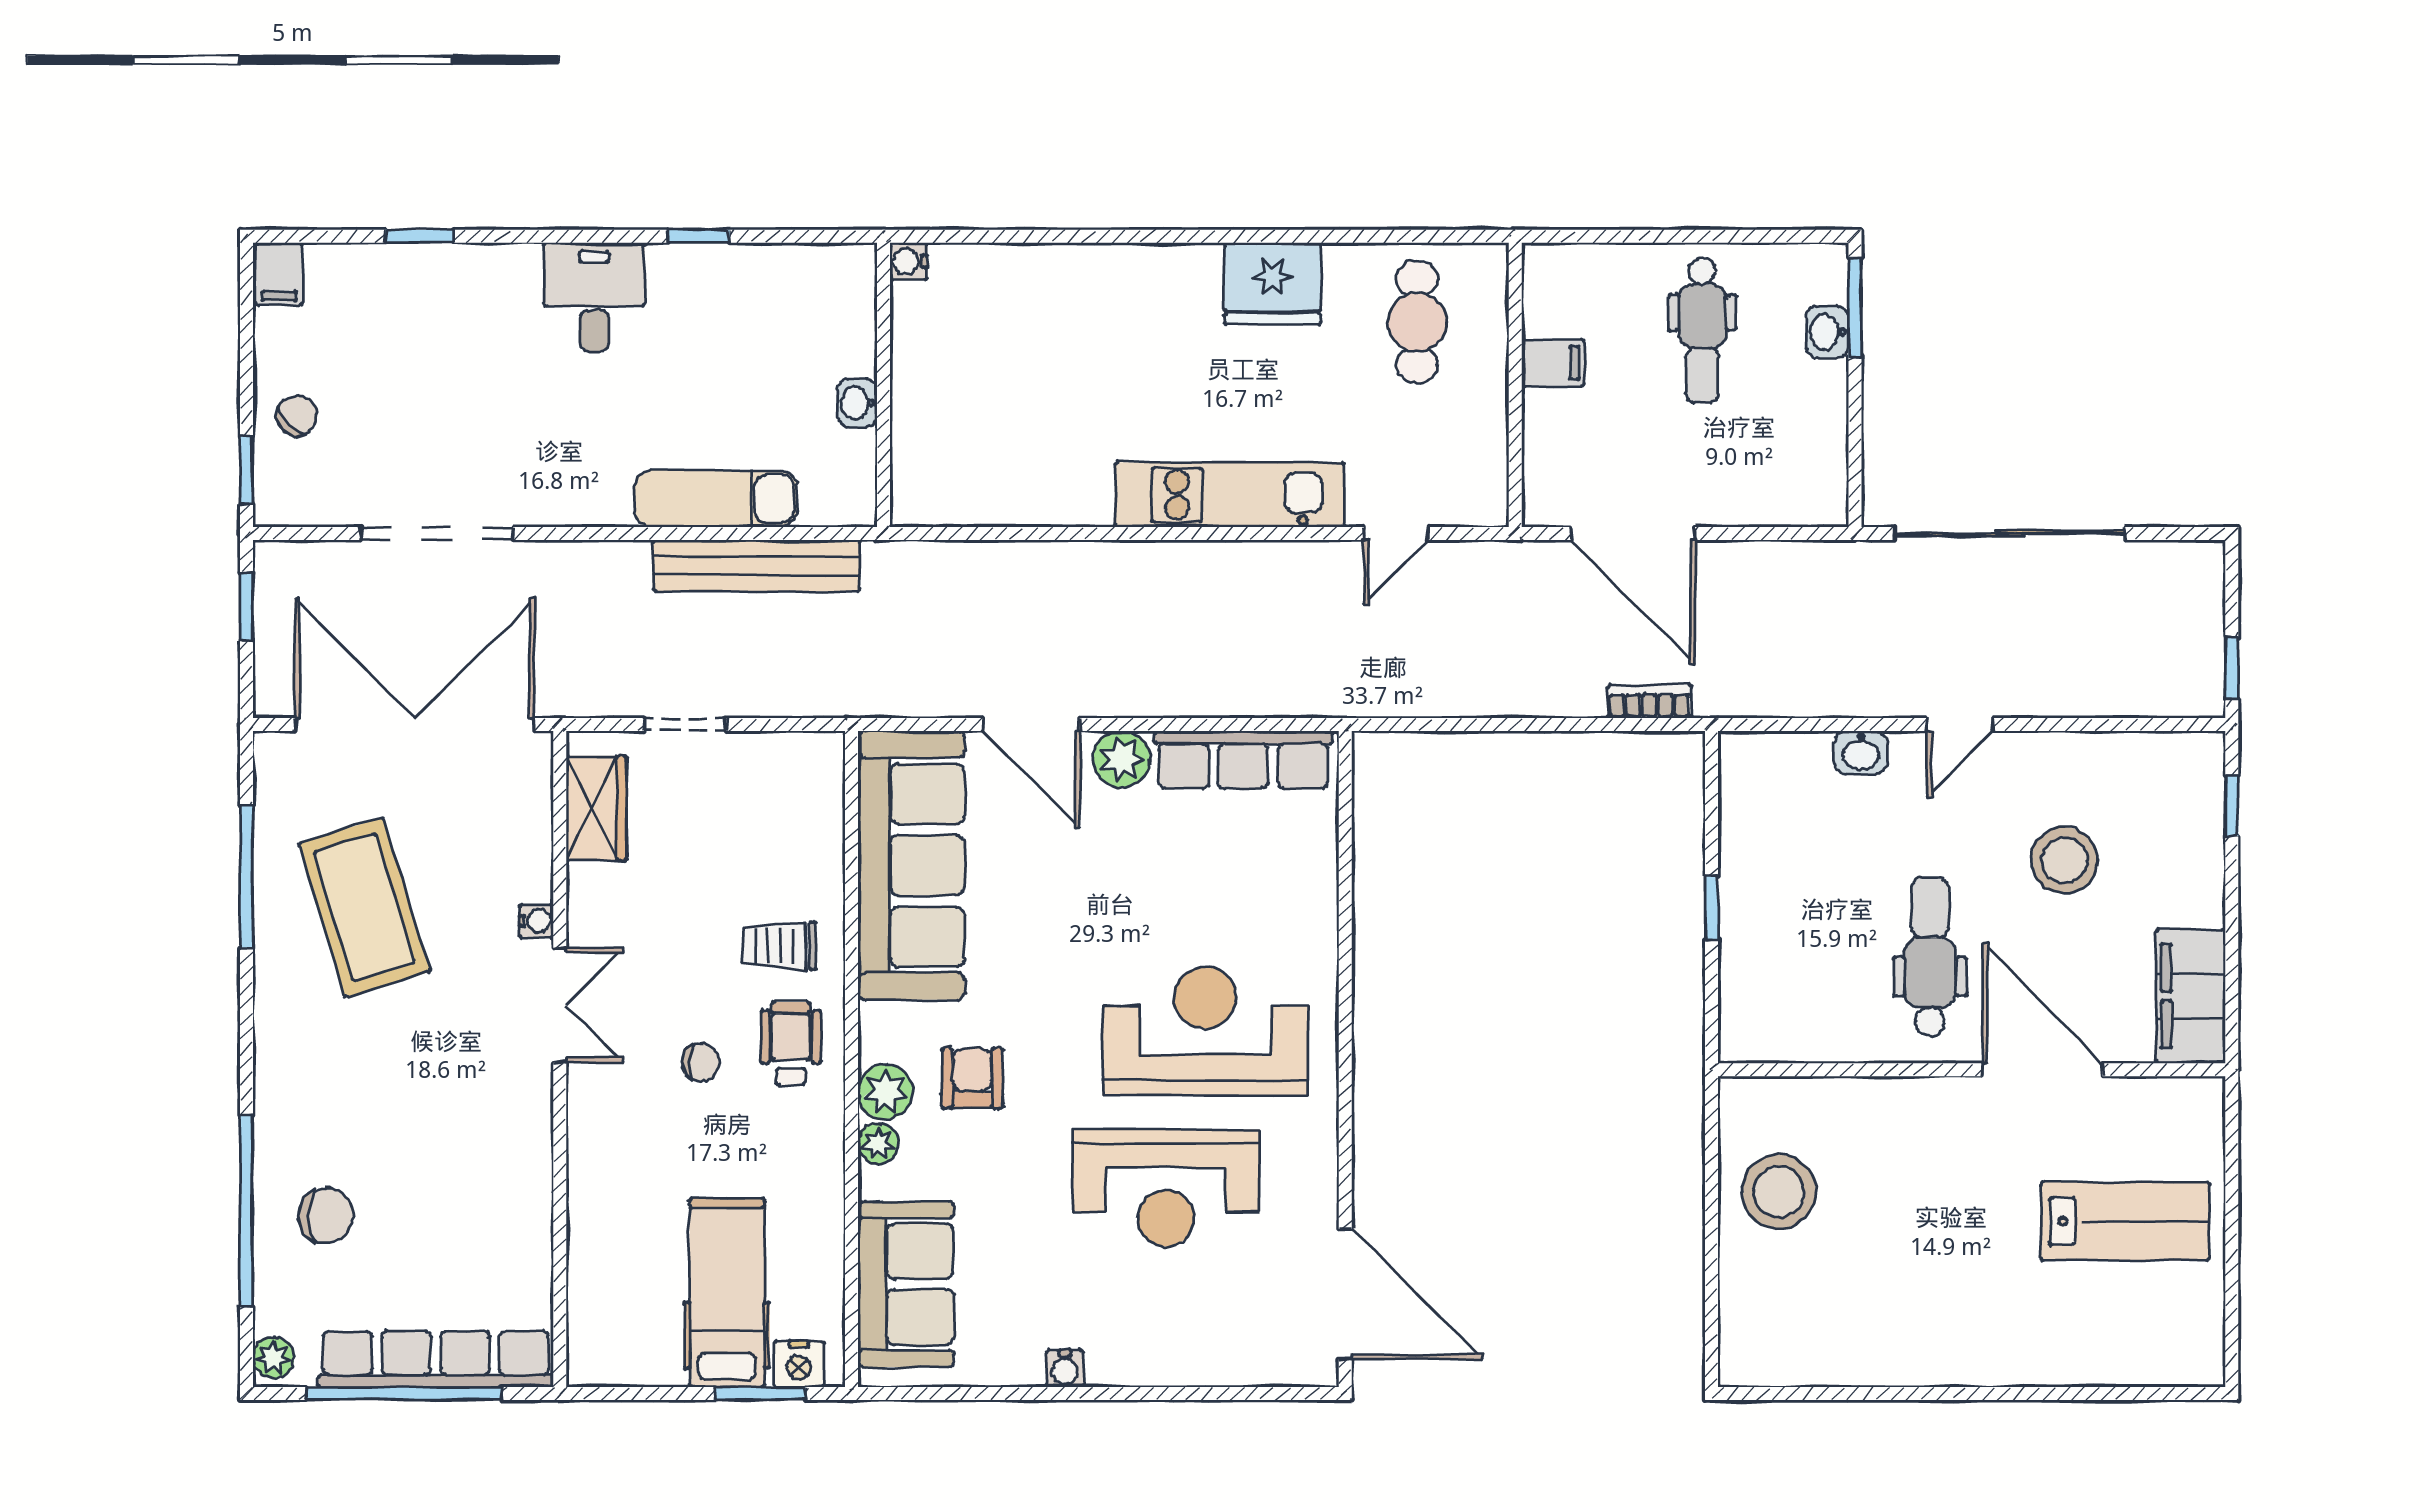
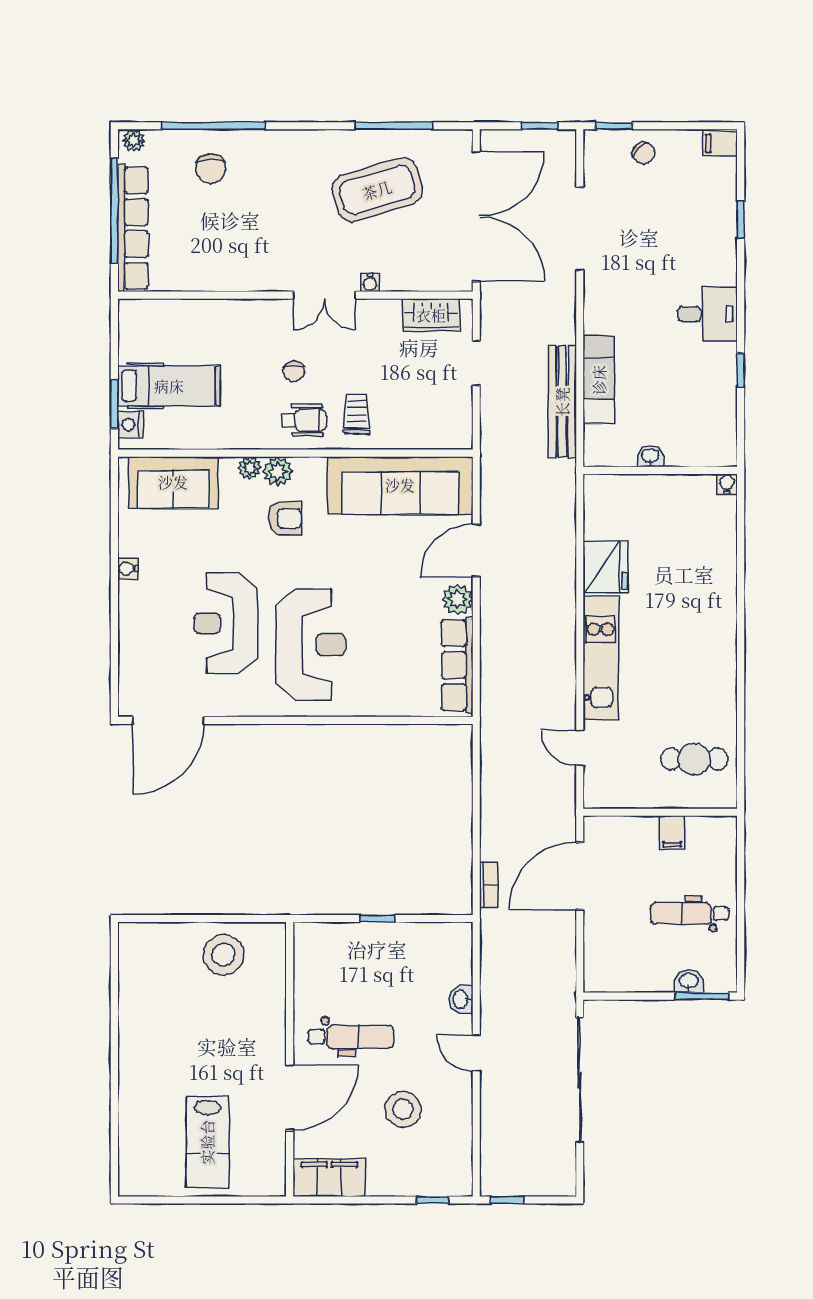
fridge: (1272, 284) -> (605, 567), moved, turned 180

